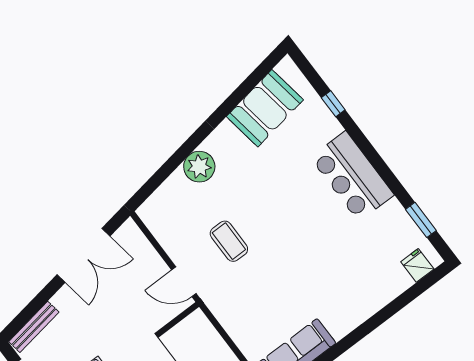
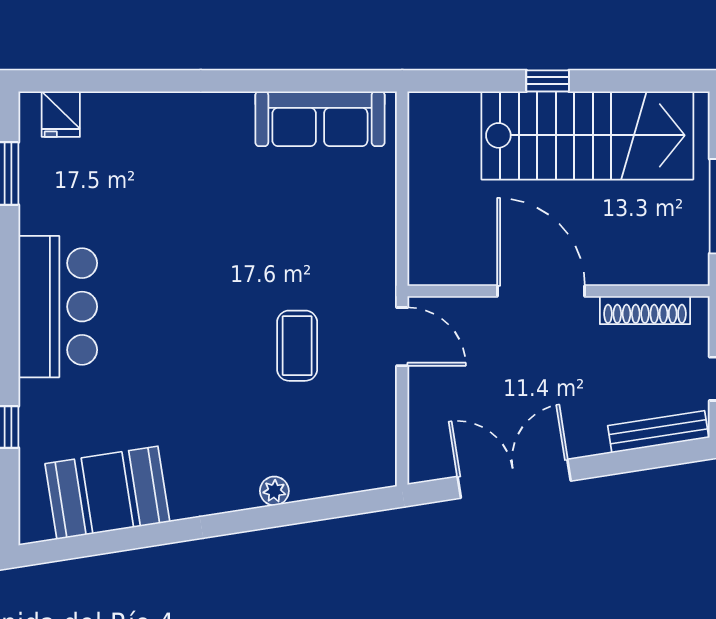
plant: (199, 167) -> (274, 491), width x0.53, depth x0.53

